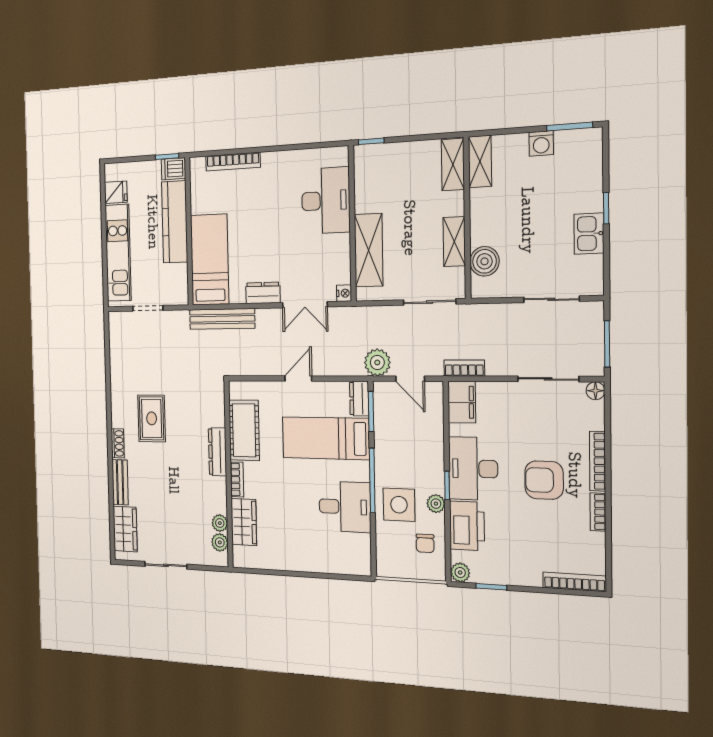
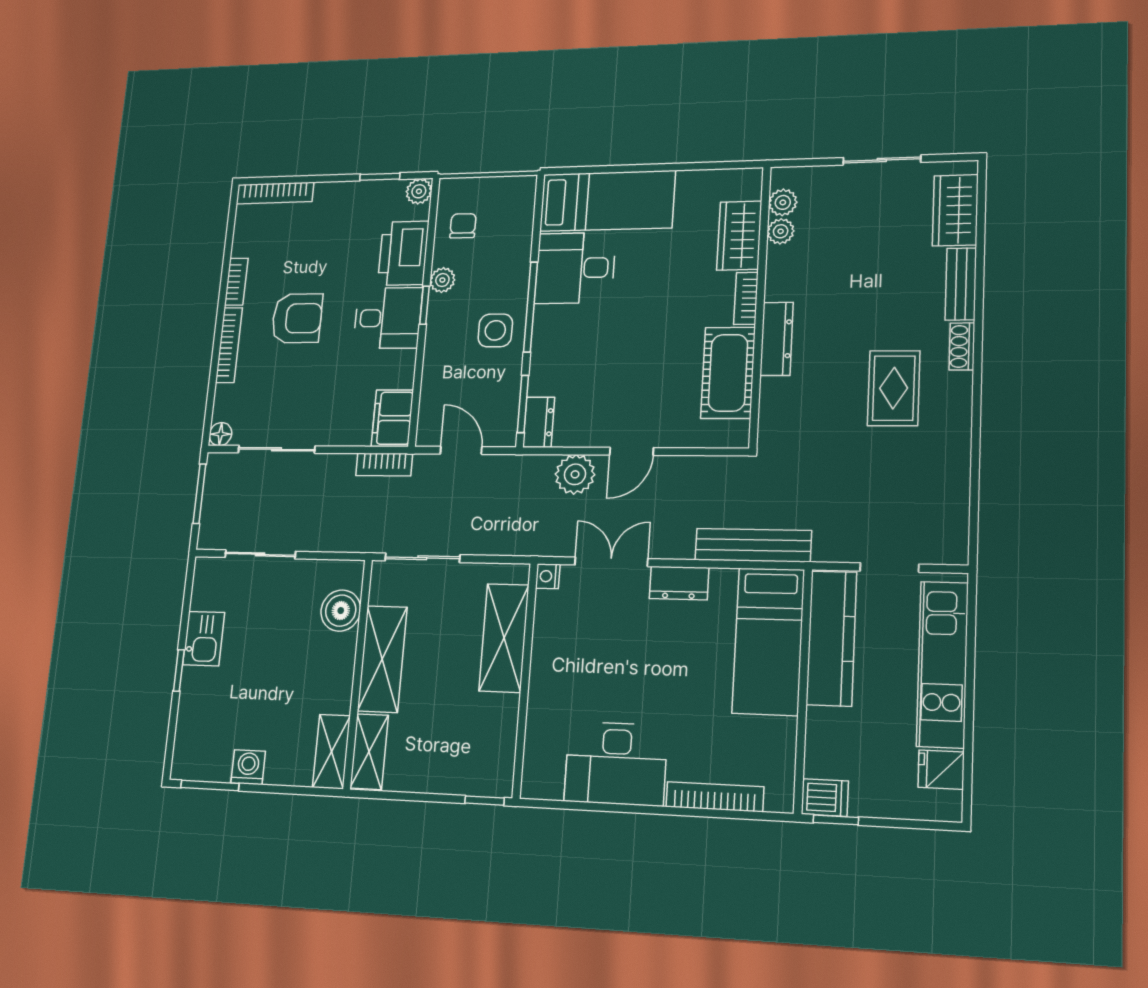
desk: (326, 201) -> (616, 764), moved, turned -90
kitchen counter: (175, 222) -> (831, 638), moved
shelving: (454, 242) -> (382, 659), width x1.50, depth x1.33
plant: (377, 362) -> (575, 474), moved
bed: (326, 438) -> (607, 201), moved
desk: (473, 469) -> (388, 318), width x0.73
side table: (399, 505) -> (495, 330), moved, width x0.73, depth x0.73

